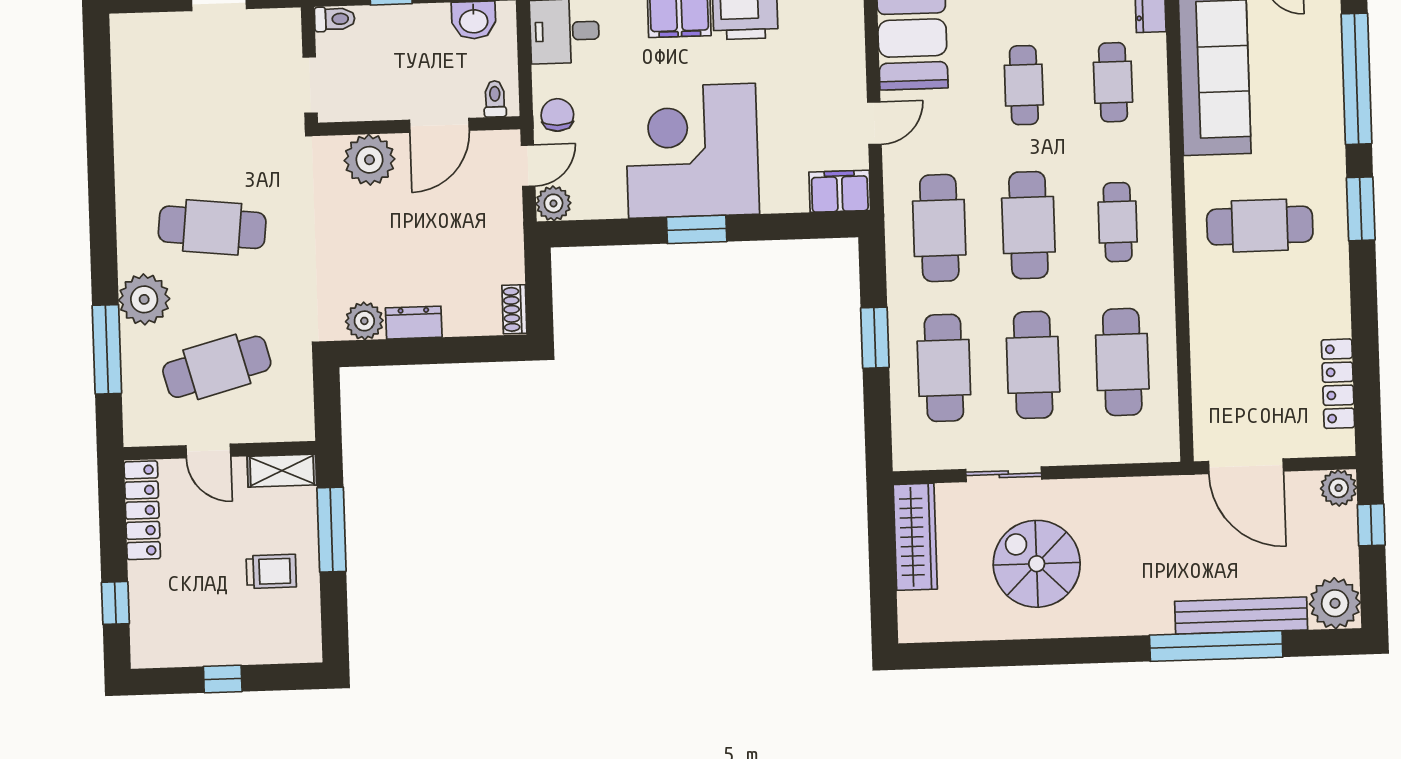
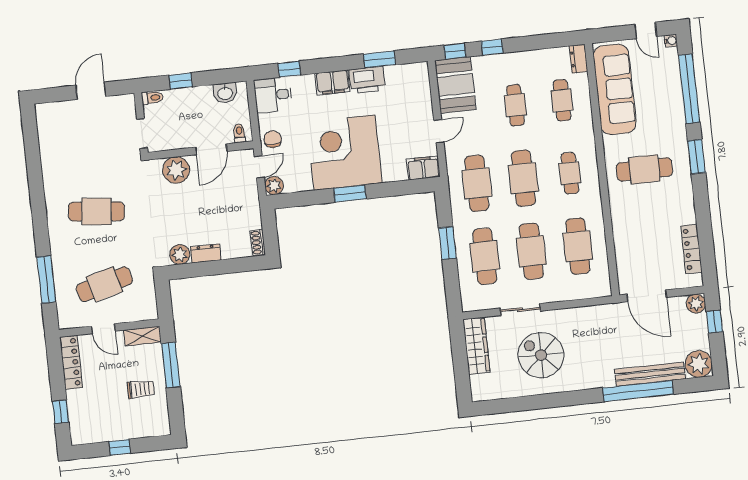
plant: (144, 299) -> (64, 252), removed

